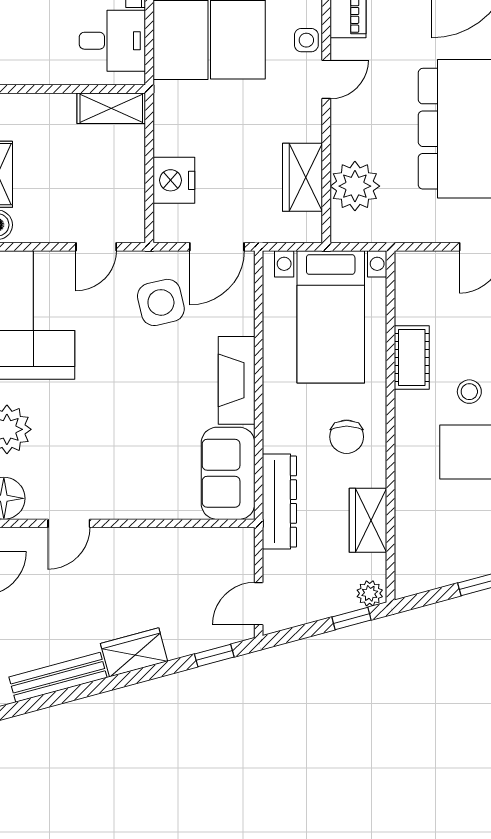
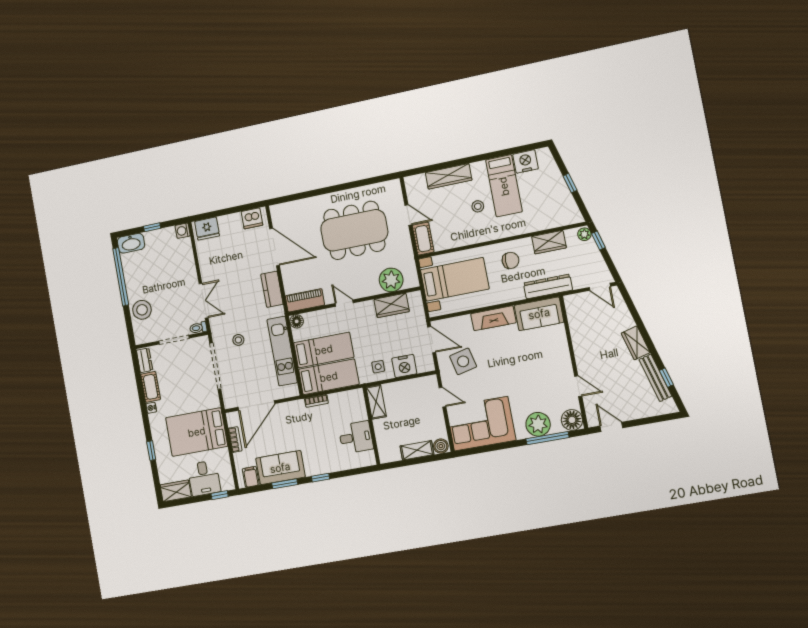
side table: (306, 40) -> (378, 367), moved
desk: (112, 41) -> (356, 437), moved, turned 90
cot: (412, 358) -> (423, 239), moved, turned 90
window: (214, 656) -> (666, 378), moved

